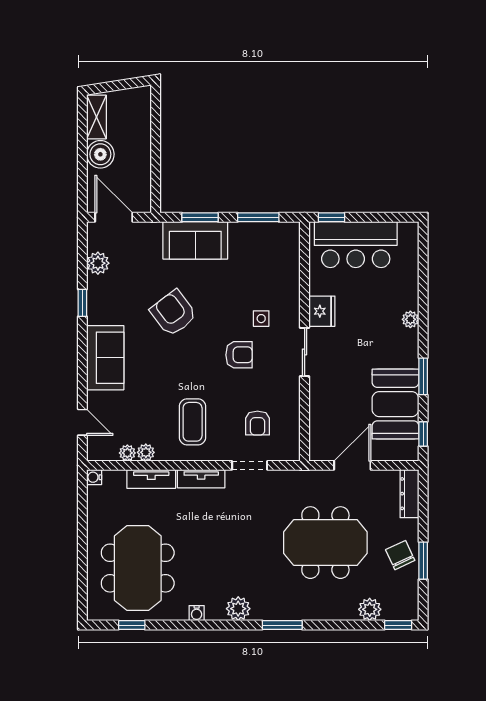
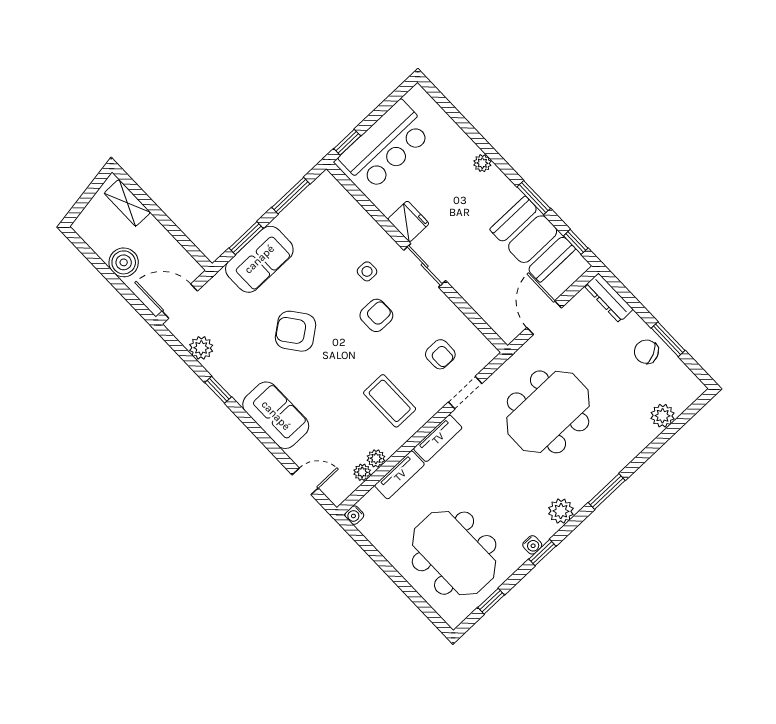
shelving: (96, 117) -> (127, 203), moved
meeting table: (325, 543) -> (548, 412), moved
window: (398, 625) -> (542, 553), moved

